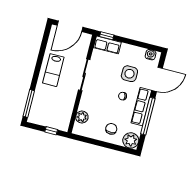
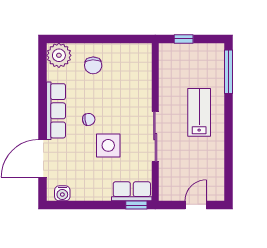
door: (70, 26) -> (196, 205), width x0.53
lab bench: (53, 70) -> (199, 112), moved
side table: (129, 74) -> (108, 145), moved
window: (148, 116) -> (43, 99), removed
plant: (82, 117) -> (142, 72), removed

